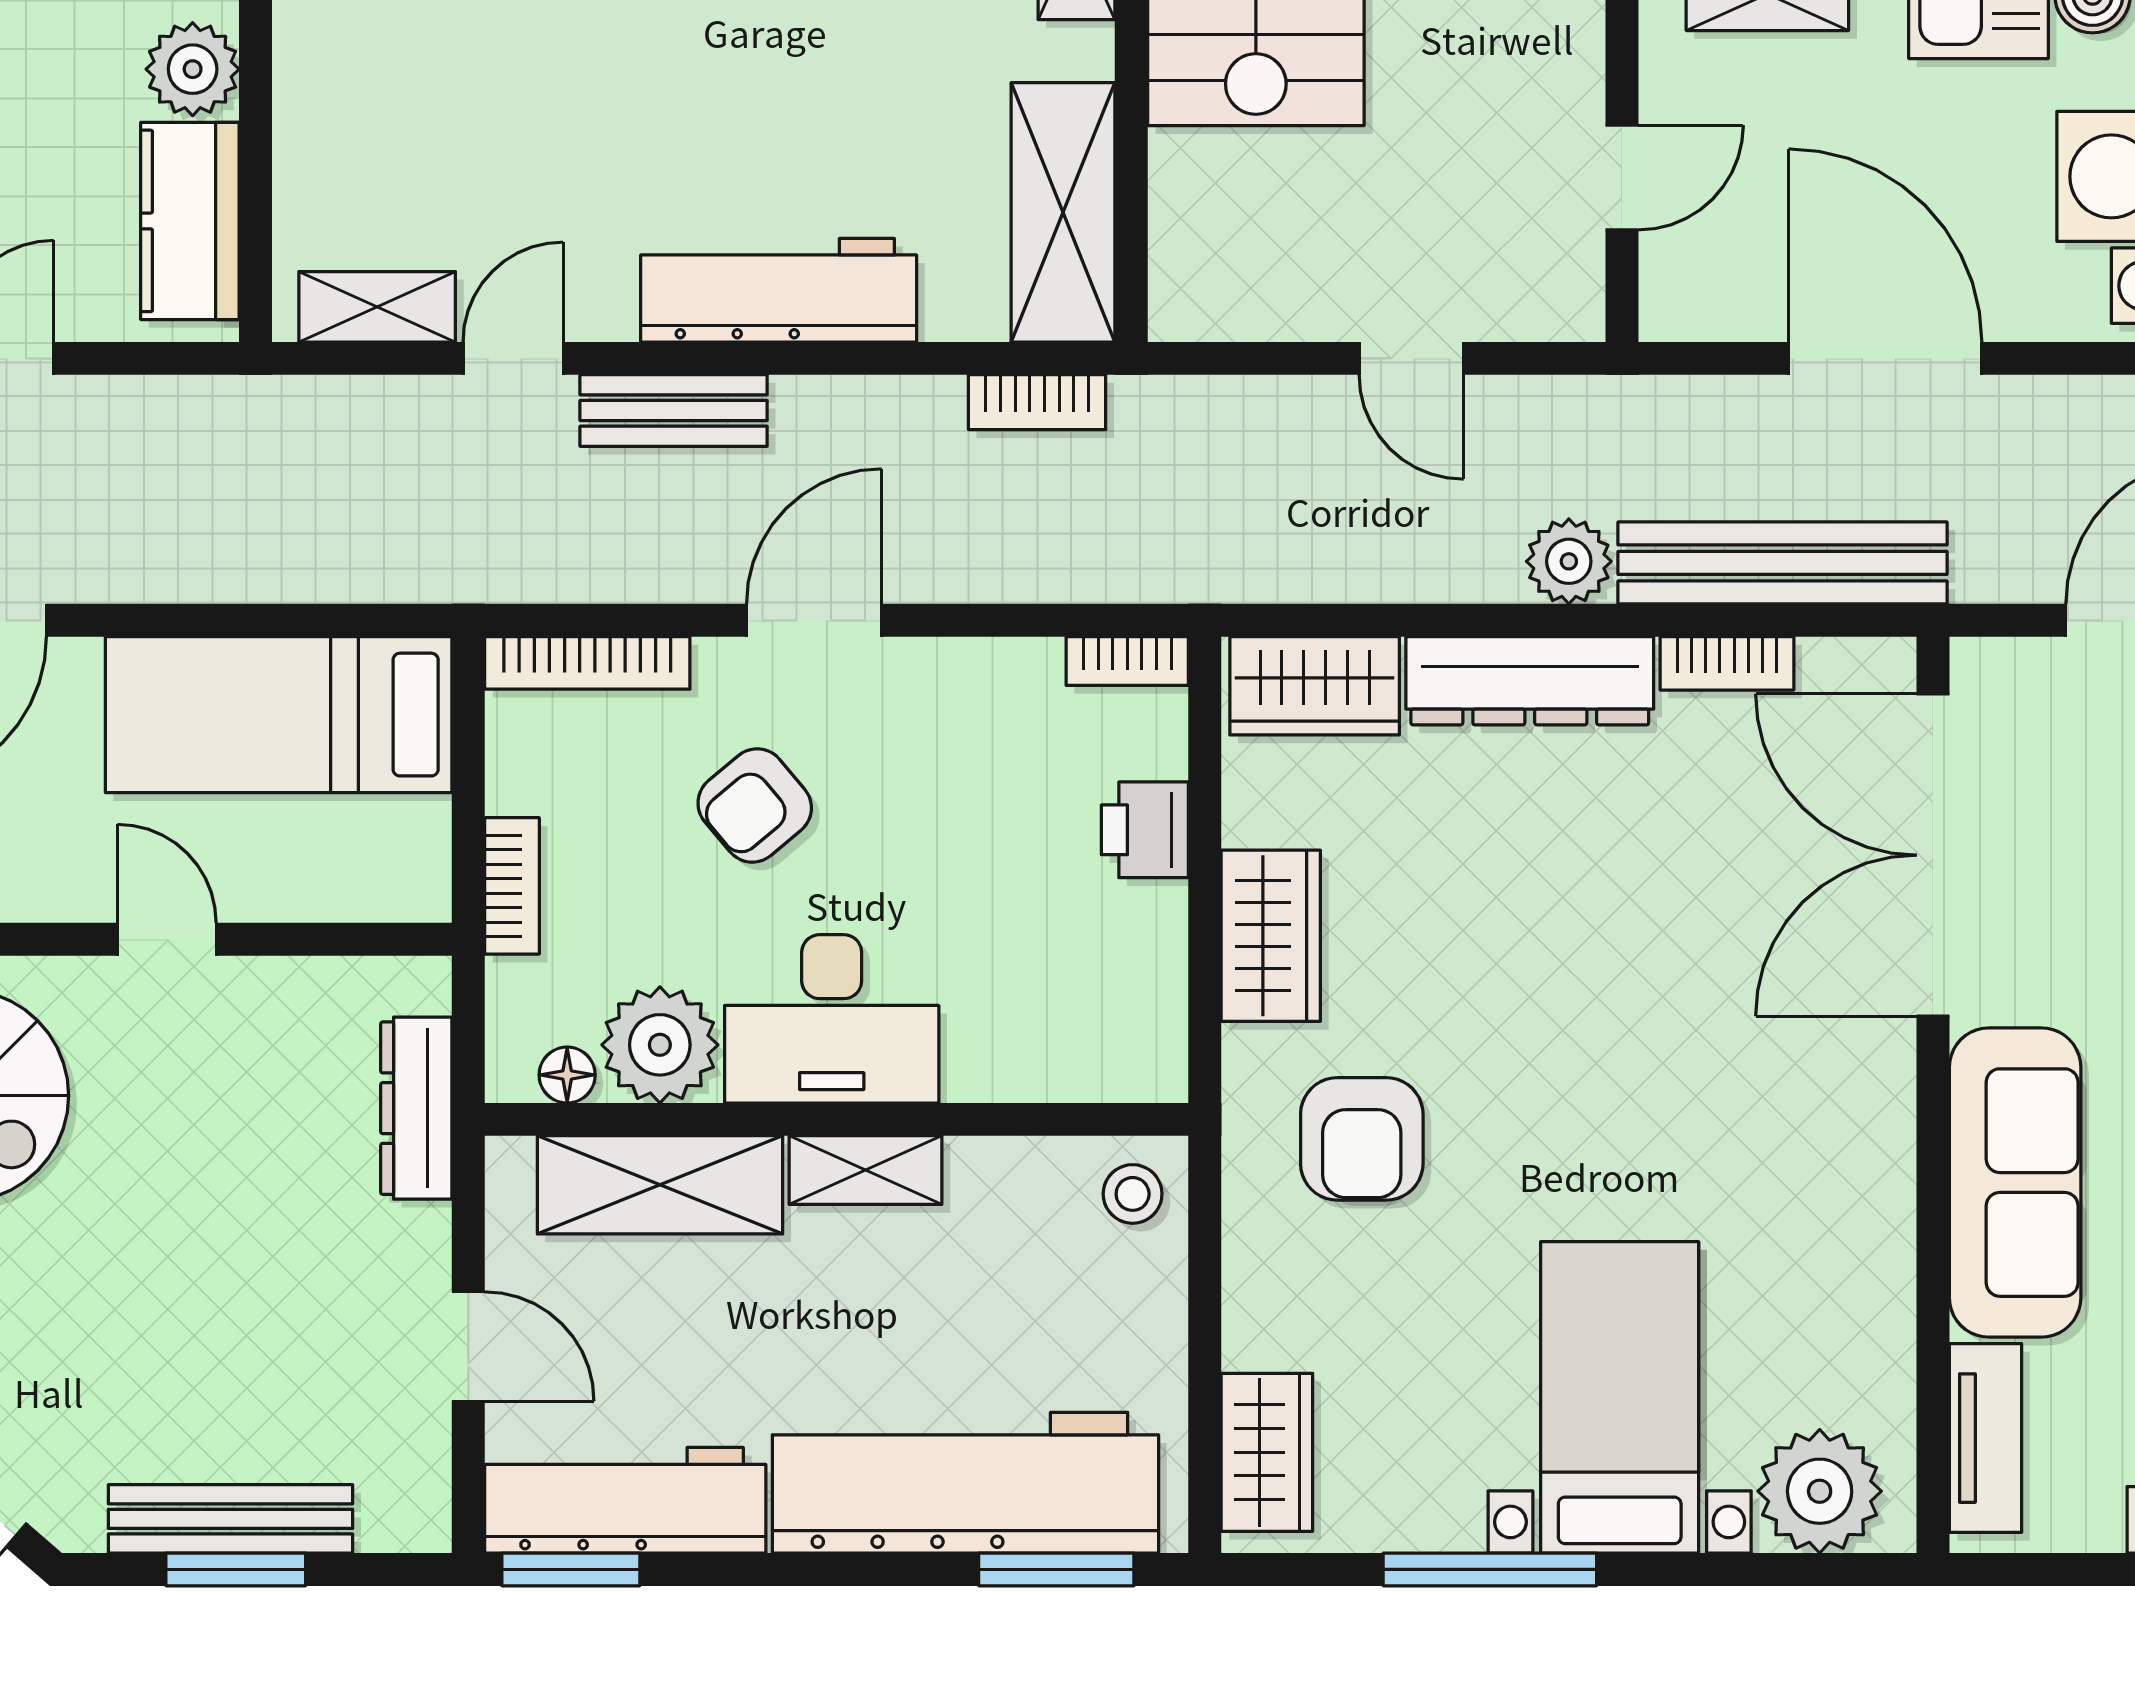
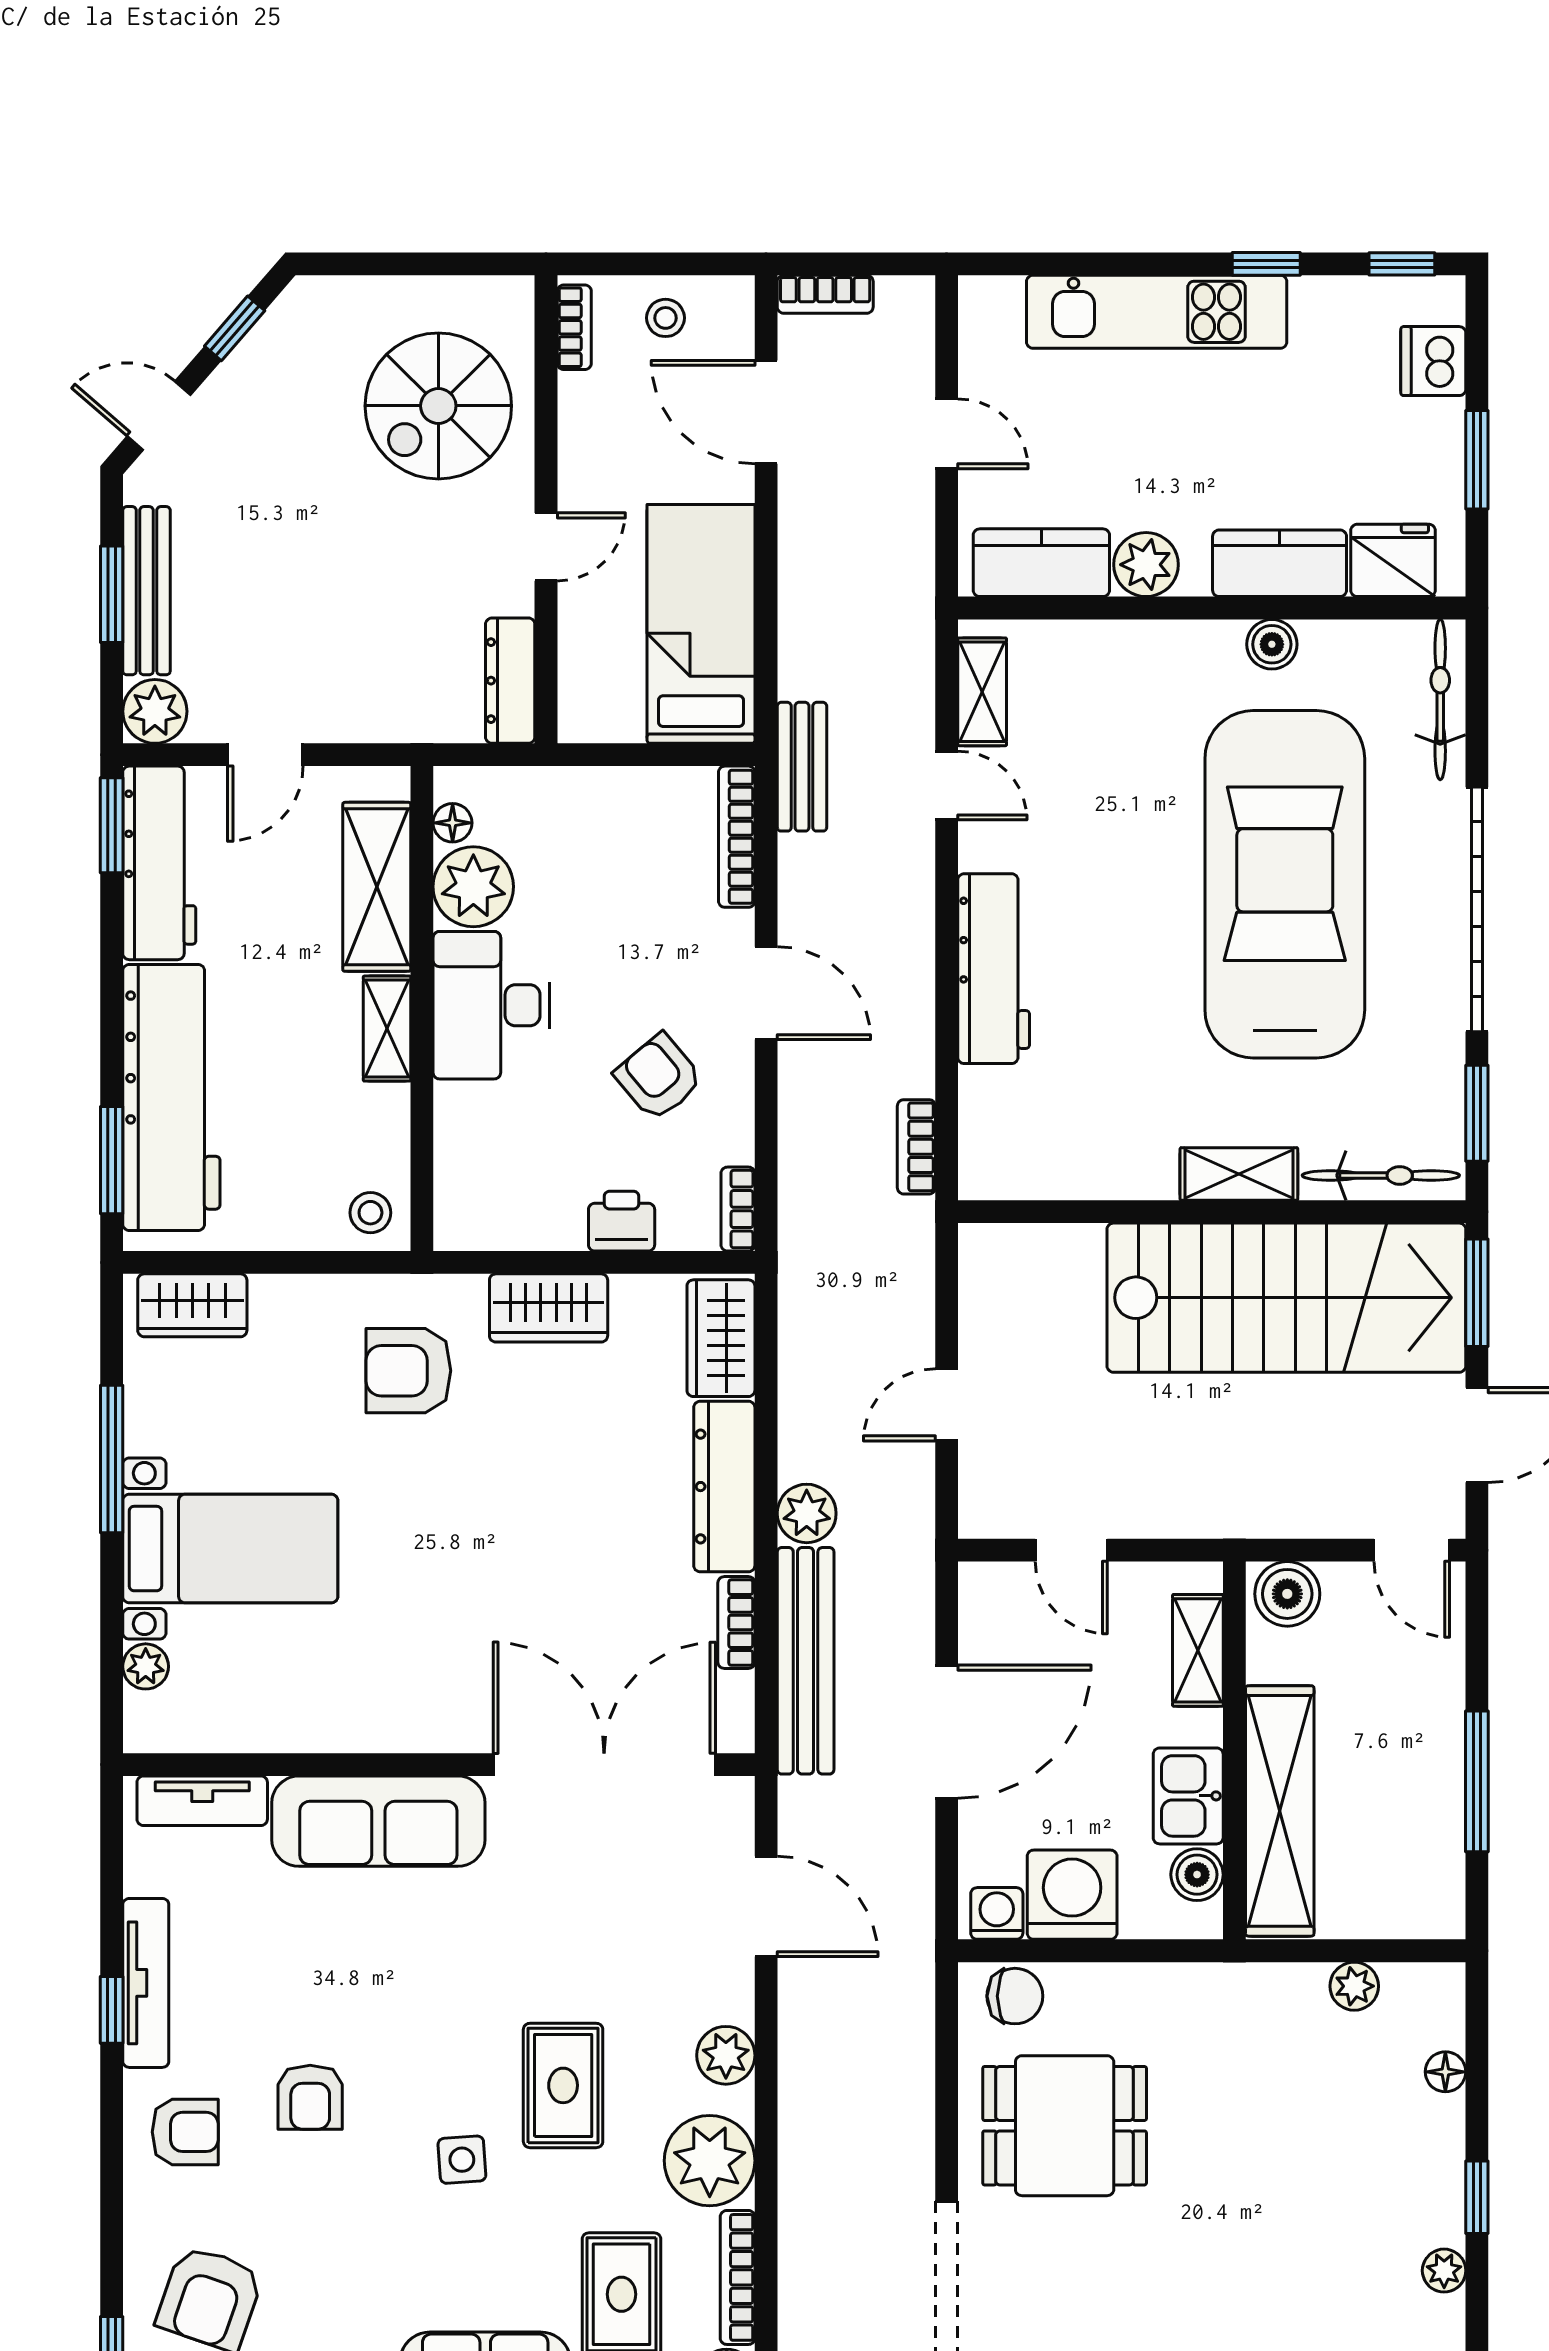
shelving: (1063, 212) -> (1047, 1165), removed
bench: (674, 411) -> (802, 767), moved
armchair: (755, 805) -> (659, 1077), moved
bookcase: (512, 886) -> (583, 785), removed
dresser: (416, 1108) -> (510, 681), moved, turned -90
plant: (1820, 1491) -> (146, 1666), width x0.53, depth x0.53
plant: (406, 1507) -> (155, 711), added

